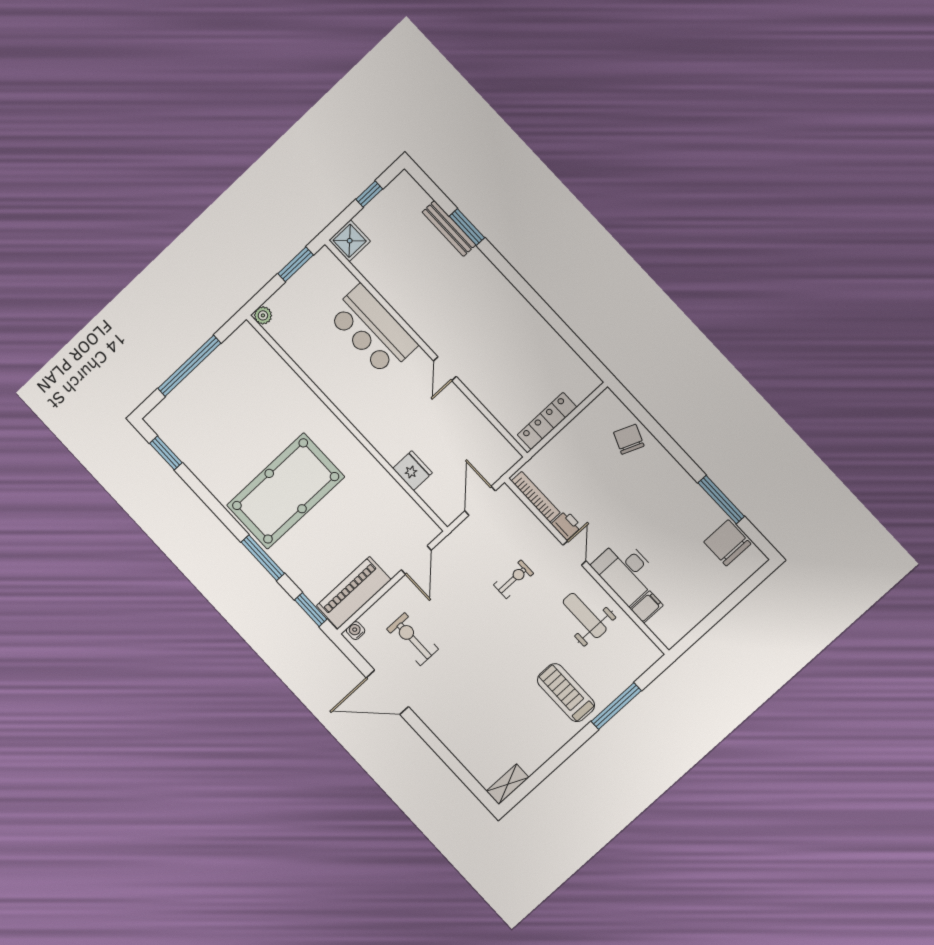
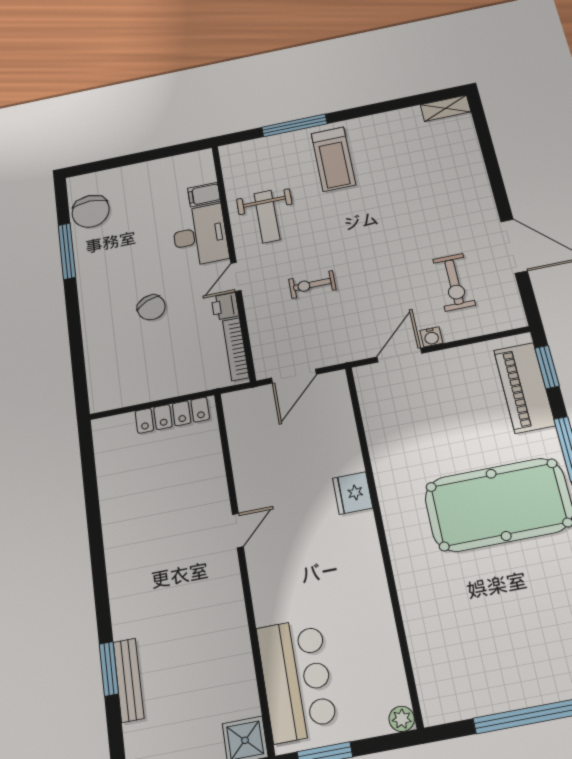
bar counter: (373, 330) -> (296, 679), moved
chair: (629, 439) -> (151, 307), moved, turned -47
fridge: (412, 471) -> (353, 493), moved
piano: (354, 593) -> (524, 387), moved, turned 90
water cooler: (356, 631) -> (431, 337), moved

